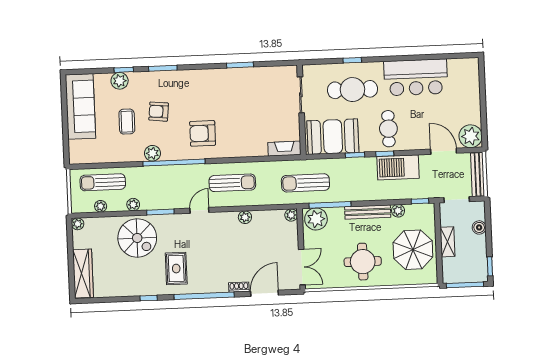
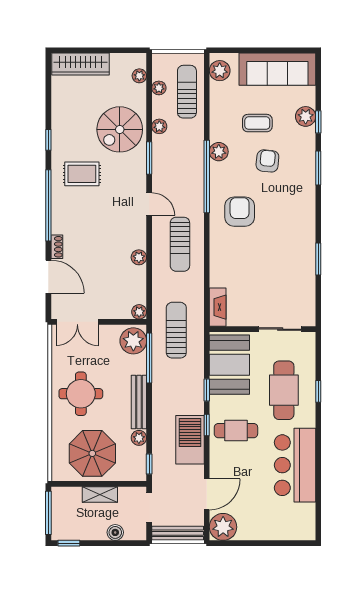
plant: (84, 155) -> (220, 71), added
plant: (78, 224) -> (139, 76), moved

